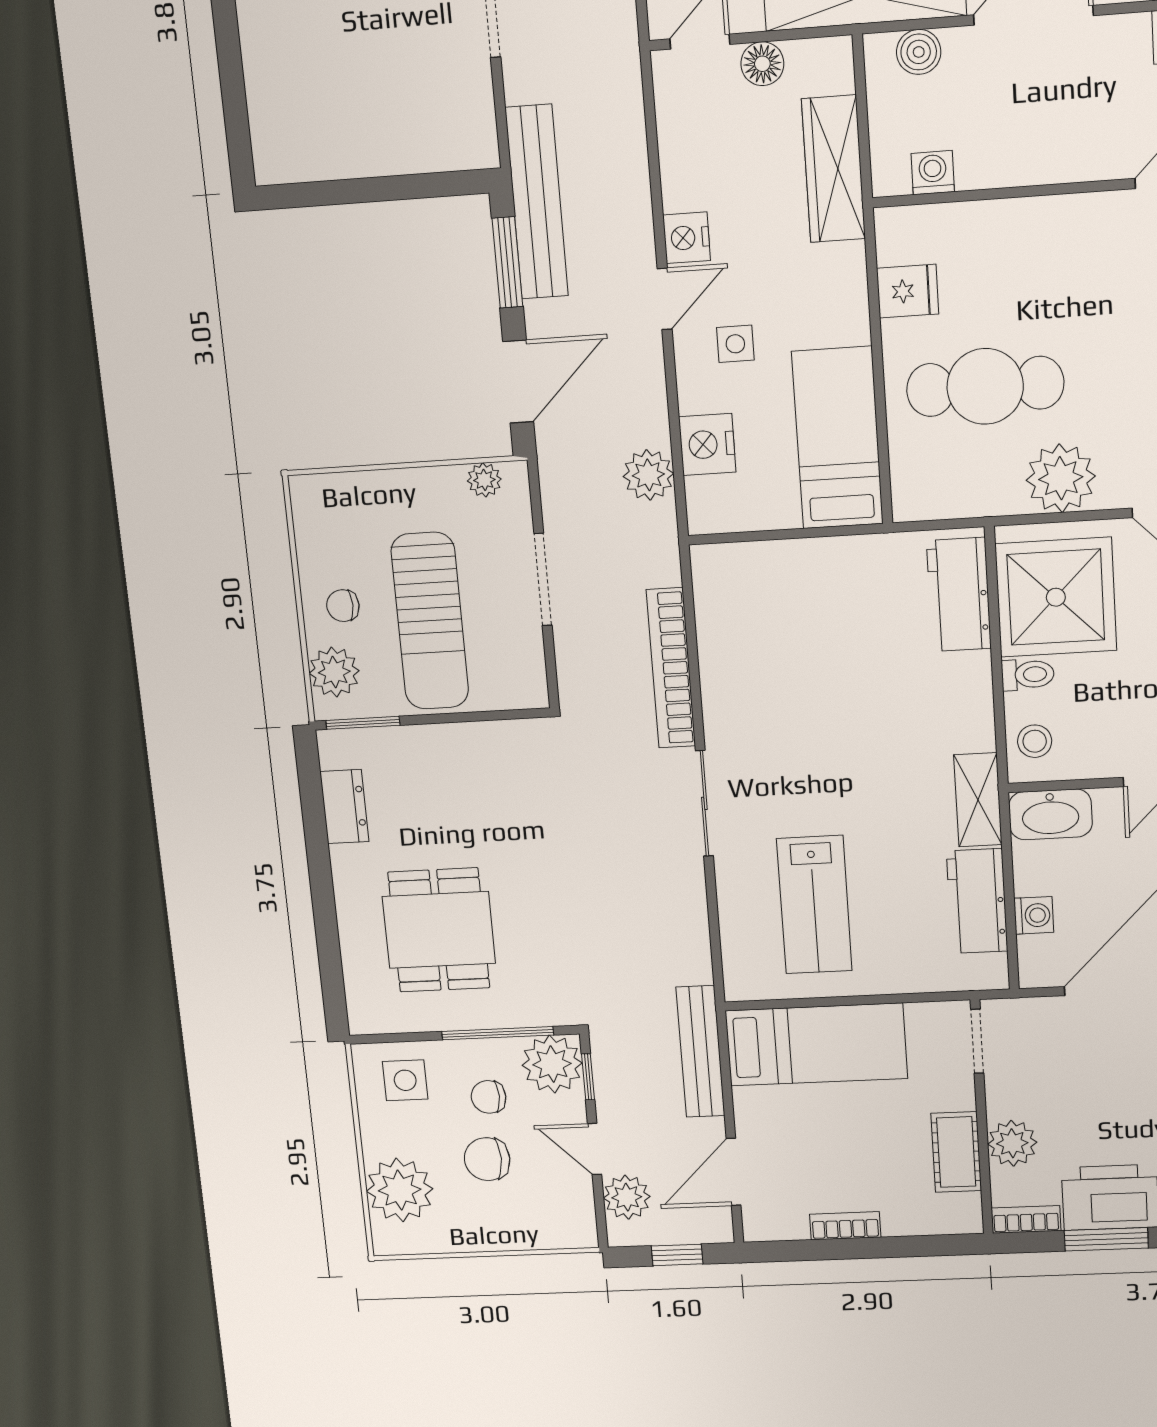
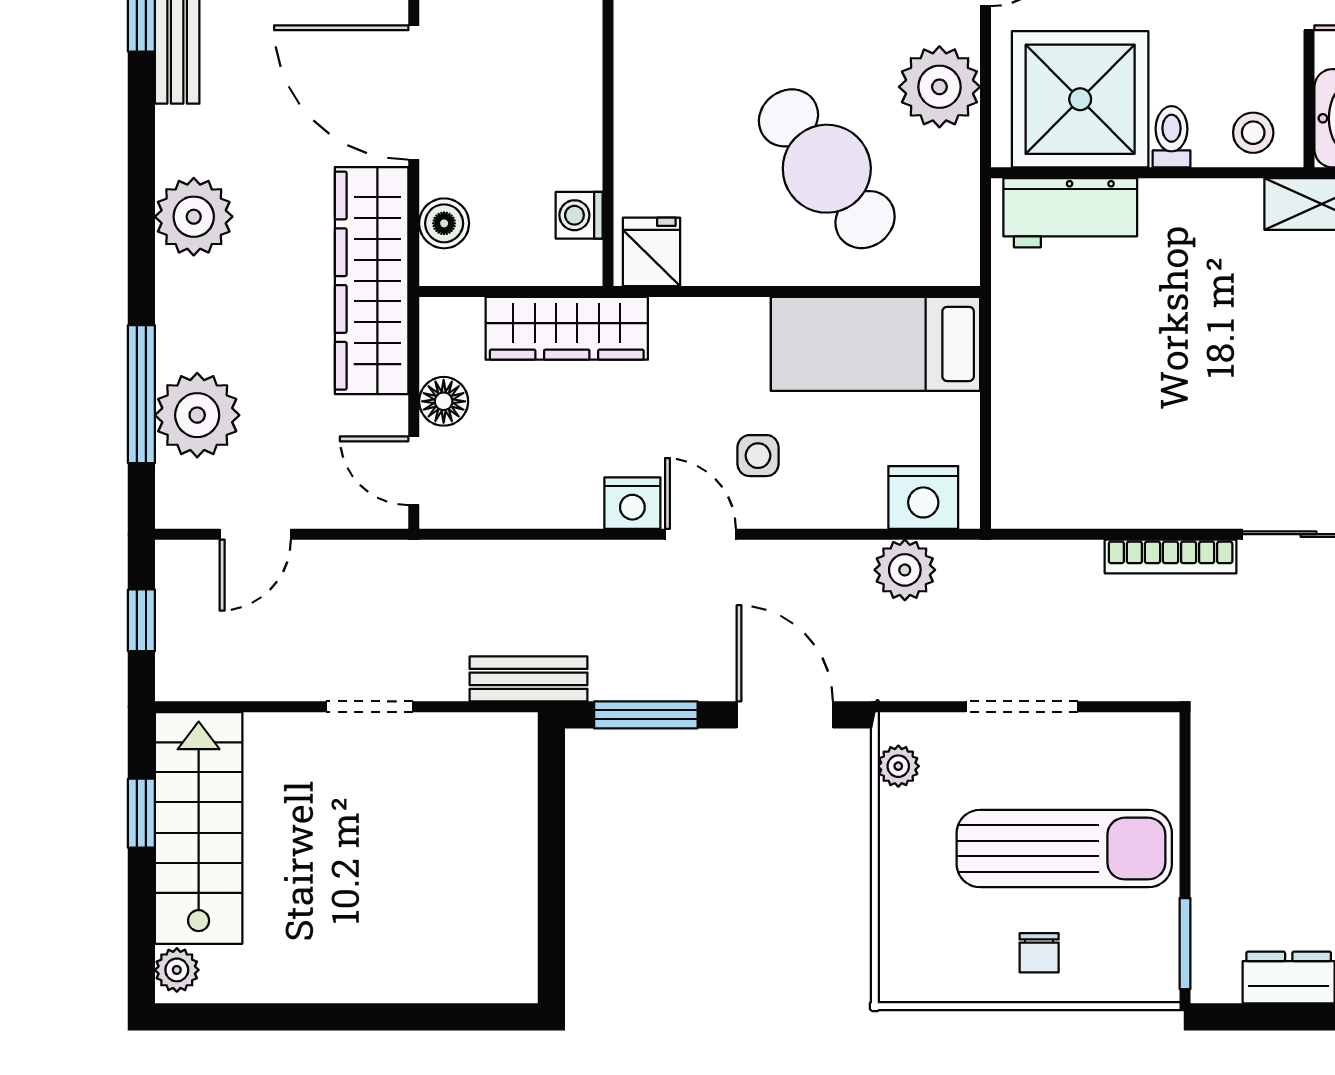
bench: (537, 202) -> (529, 679), width x0.54, depth x0.82
fridge: (908, 291) -> (651, 252), moved
cafe table: (985, 386) -> (827, 169), turned -37
nightstand: (707, 444) -> (923, 497), moved
bookcase: (671, 668) -> (1171, 556), width x0.68, depth x0.76
plant: (334, 672) -> (1120, 972), removed

